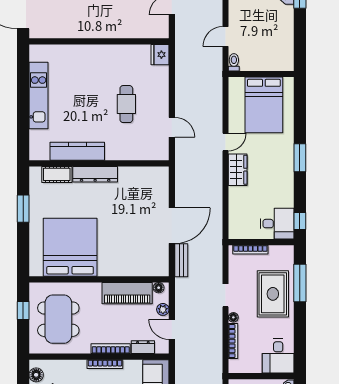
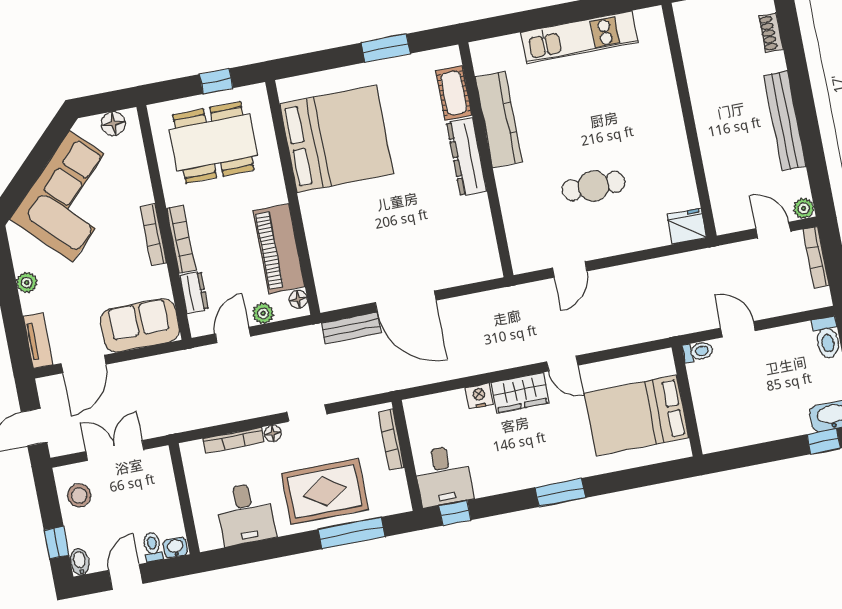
nightstand: (235, 194) -> (479, 396), added
desk: (278, 356) -> (245, 514), moved, turned -90

